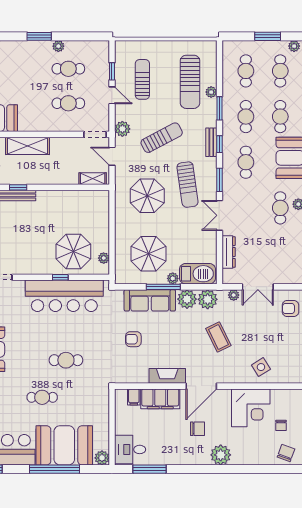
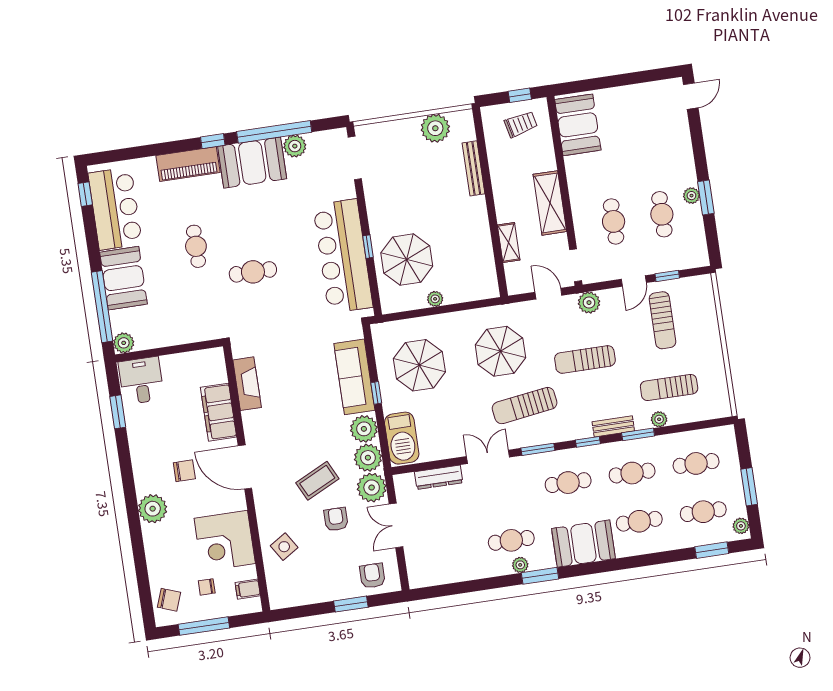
window: (39, 36) -> (706, 198), moved
sun lounger: (142, 79) -> (662, 320), turned 90
sun lounger: (190, 82) -> (669, 387), width x0.73, depth x0.75
sun lounger: (162, 138) -> (585, 359), turned 118
bench: (211, 142) -> (613, 426), moved
shelving: (28, 146) -> (550, 203), moved
door: (112, 156) -> (548, 294), hinge flipped
shelving: (93, 179) -> (509, 242), moved
window: (18, 187) -> (485, 169), removed
plant: (104, 258) -> (435, 299), moved
plant: (173, 278) -> (390, 404), removed
window: (163, 287) -> (376, 393), width x0.46
plant: (234, 295) -> (372, 488), width x1.87, depth x1.87
armchair: (133, 339) -> (336, 519), moved
cafe table: (66, 360) -> (253, 272), turned 90
fireplace: (167, 376) -> (247, 384), moved
filing cabinet: (134, 397) -> (248, 589), moved
chair: (198, 429) -> (184, 471), turned -90
booth: (64, 445) -> (123, 278), width x0.73, depth x0.70
window: (54, 469) -> (102, 307), moved
window: (149, 469) -> (118, 412), width x0.69

